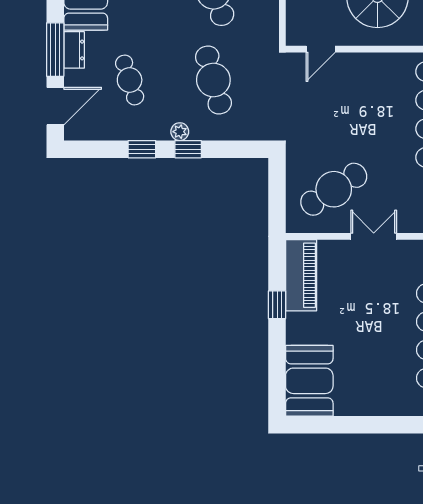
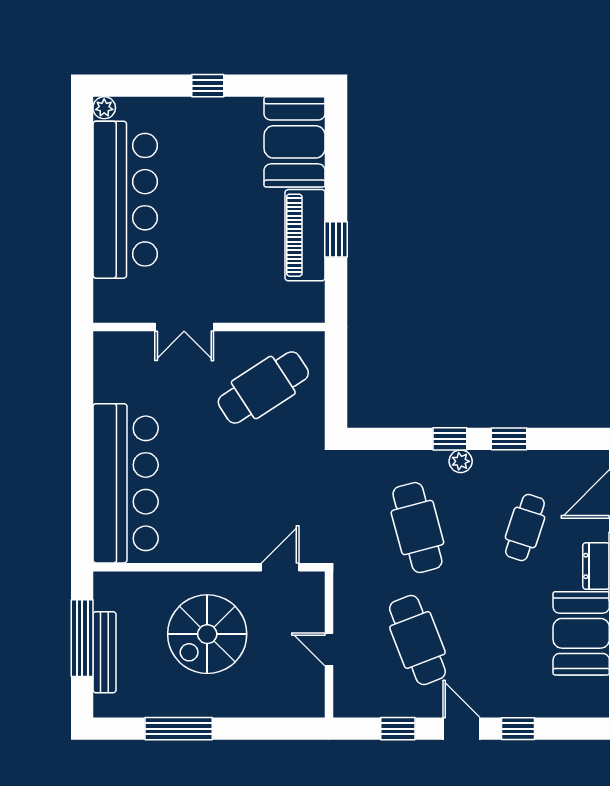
cafe table: (130, 80) -> (525, 528), turned 36
double door: (374, 236) -> (184, 327), moved
piano: (301, 275) -> (305, 235), moved
window: (377, 425) -> (208, 86), added

